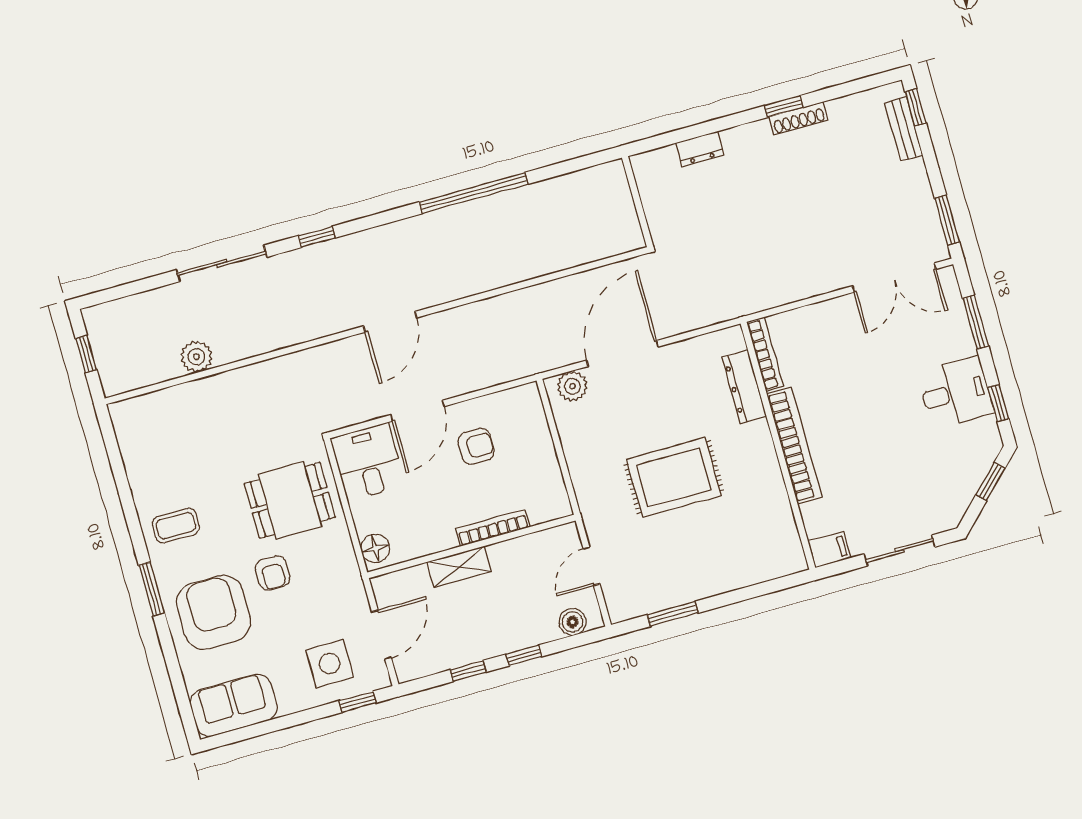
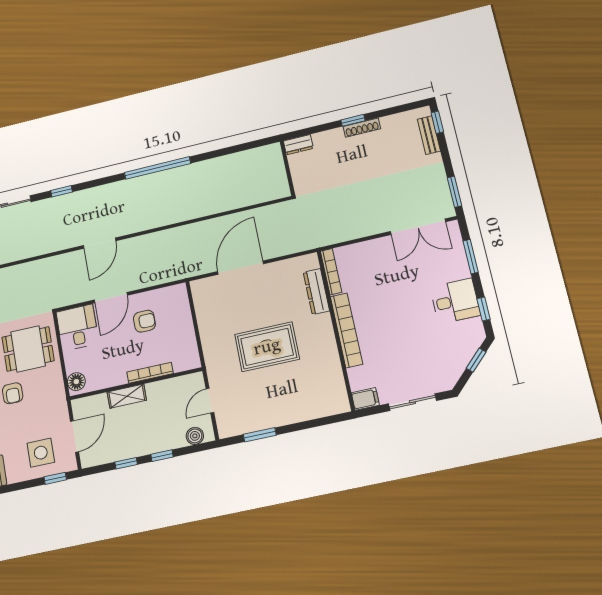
wall: (637, 202) -> (287, 168), moved
plant: (572, 386) -> (207, 287), removed

